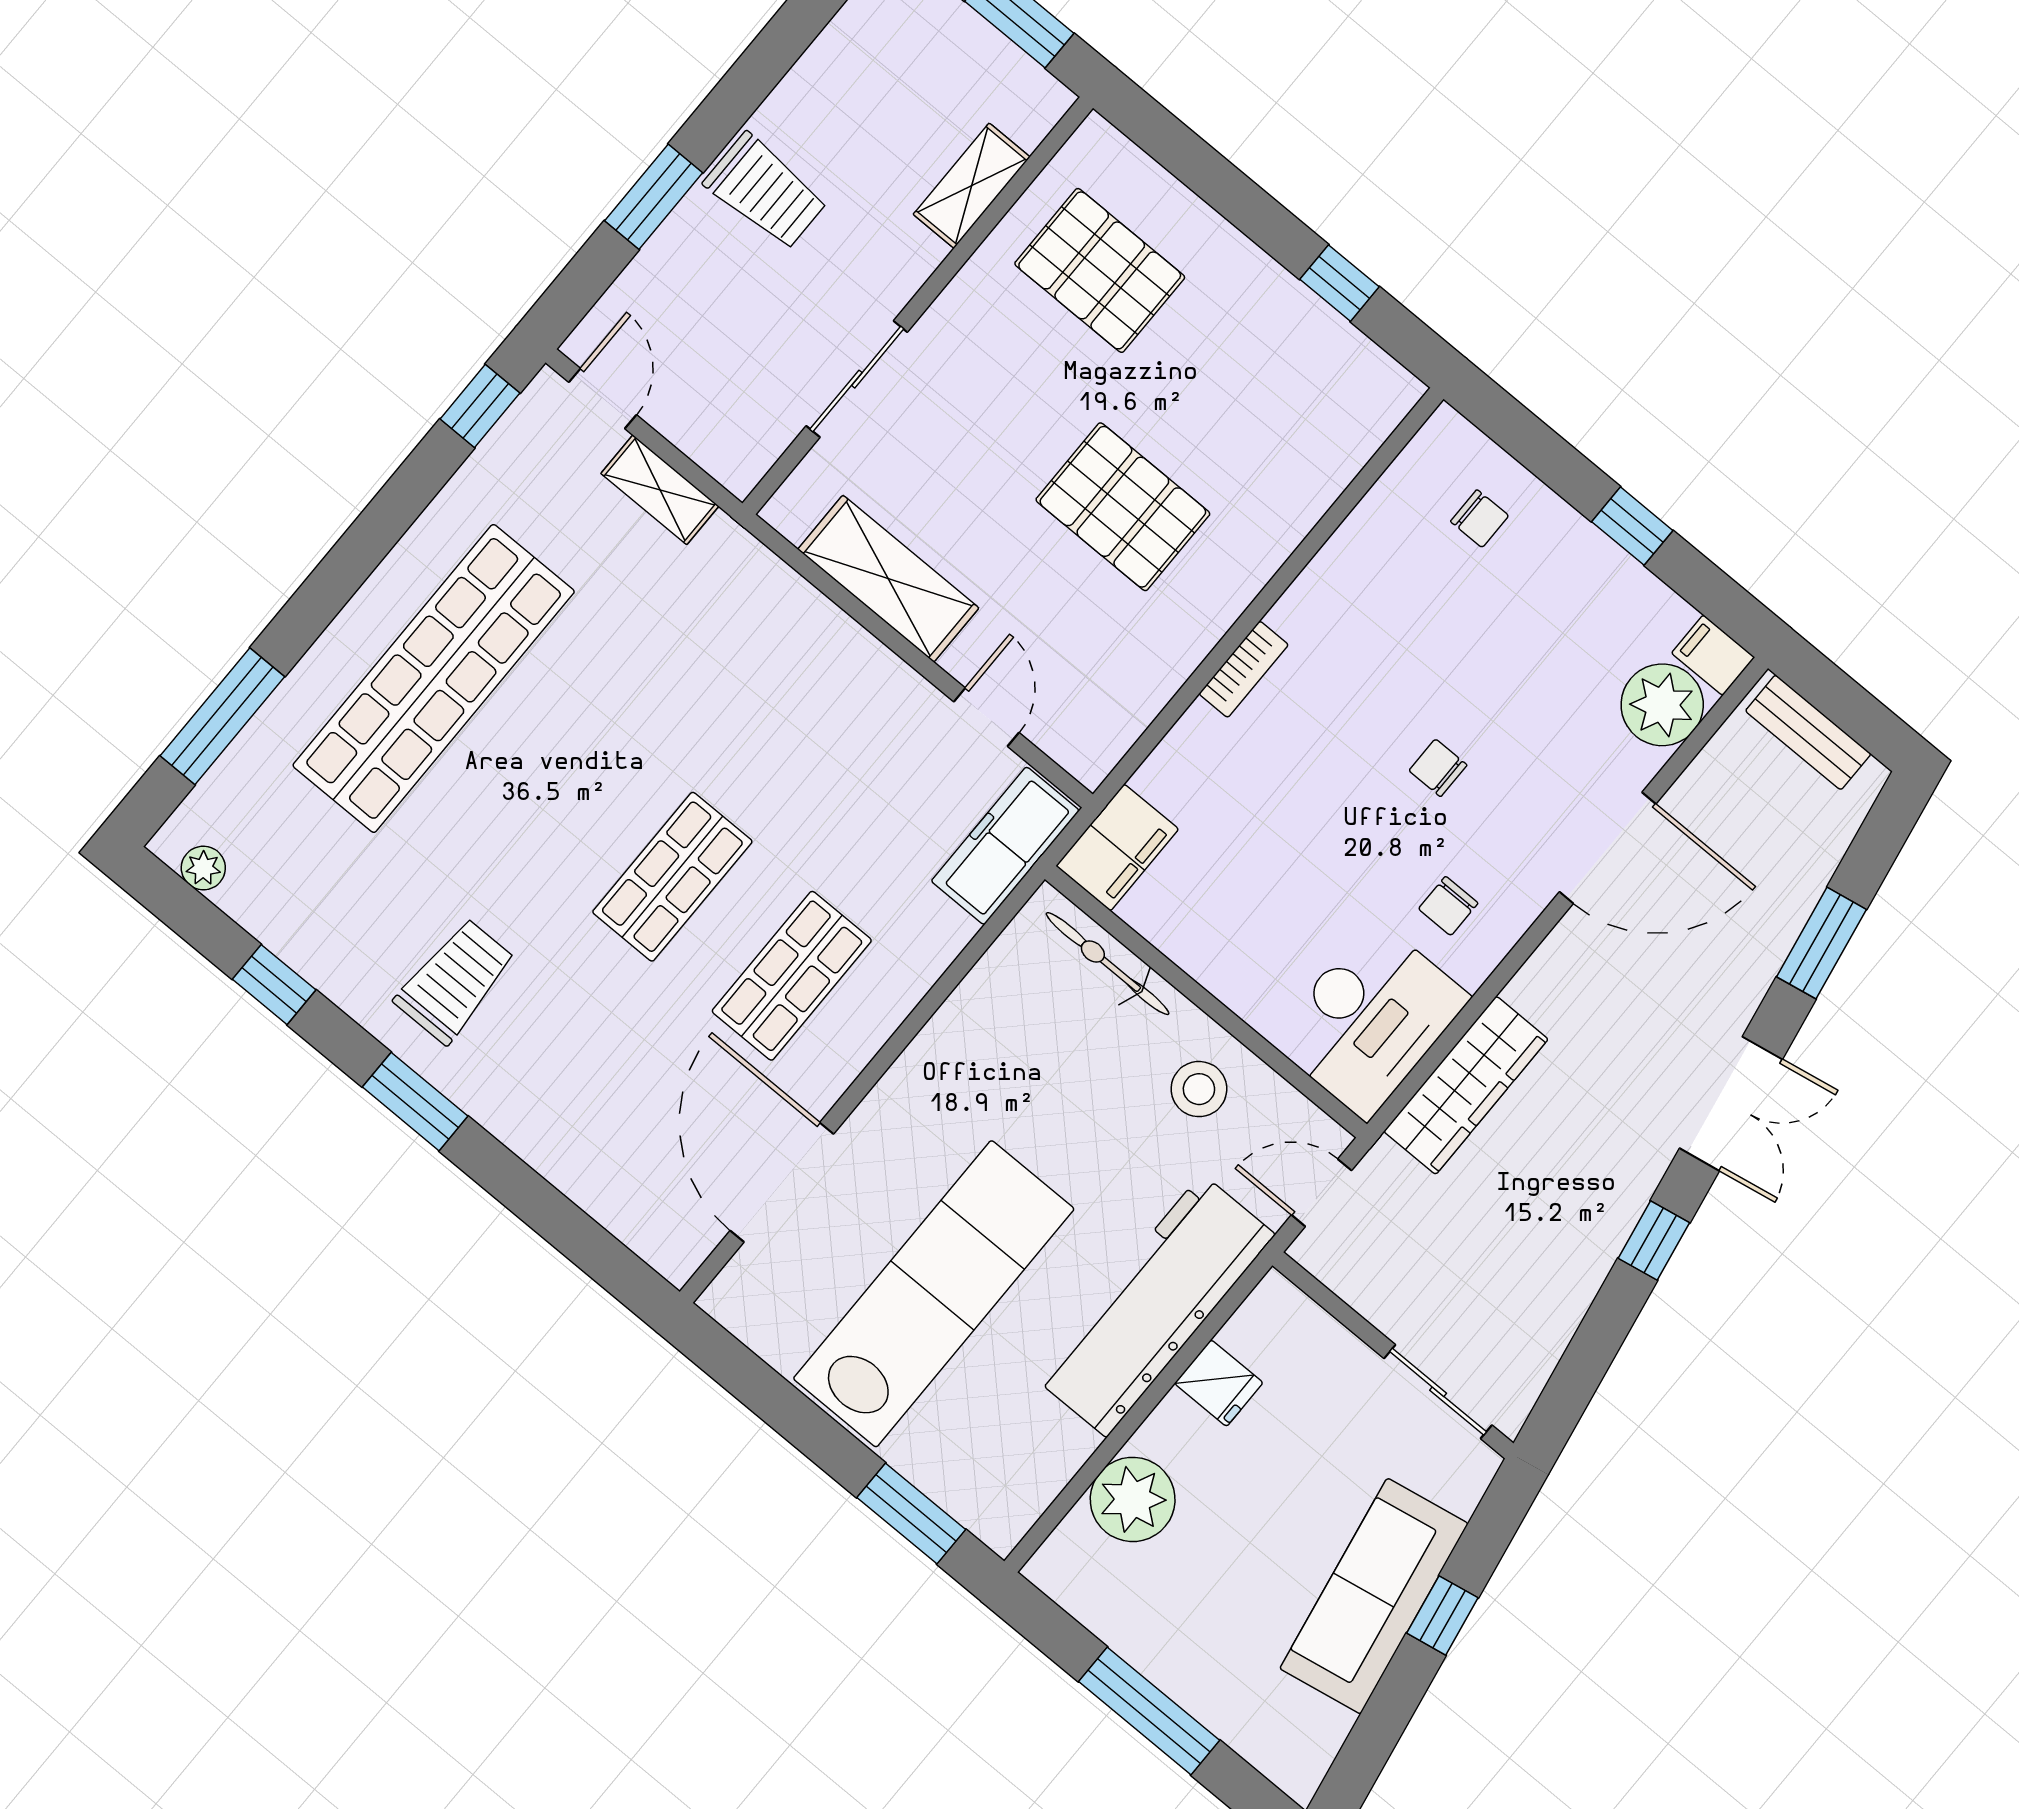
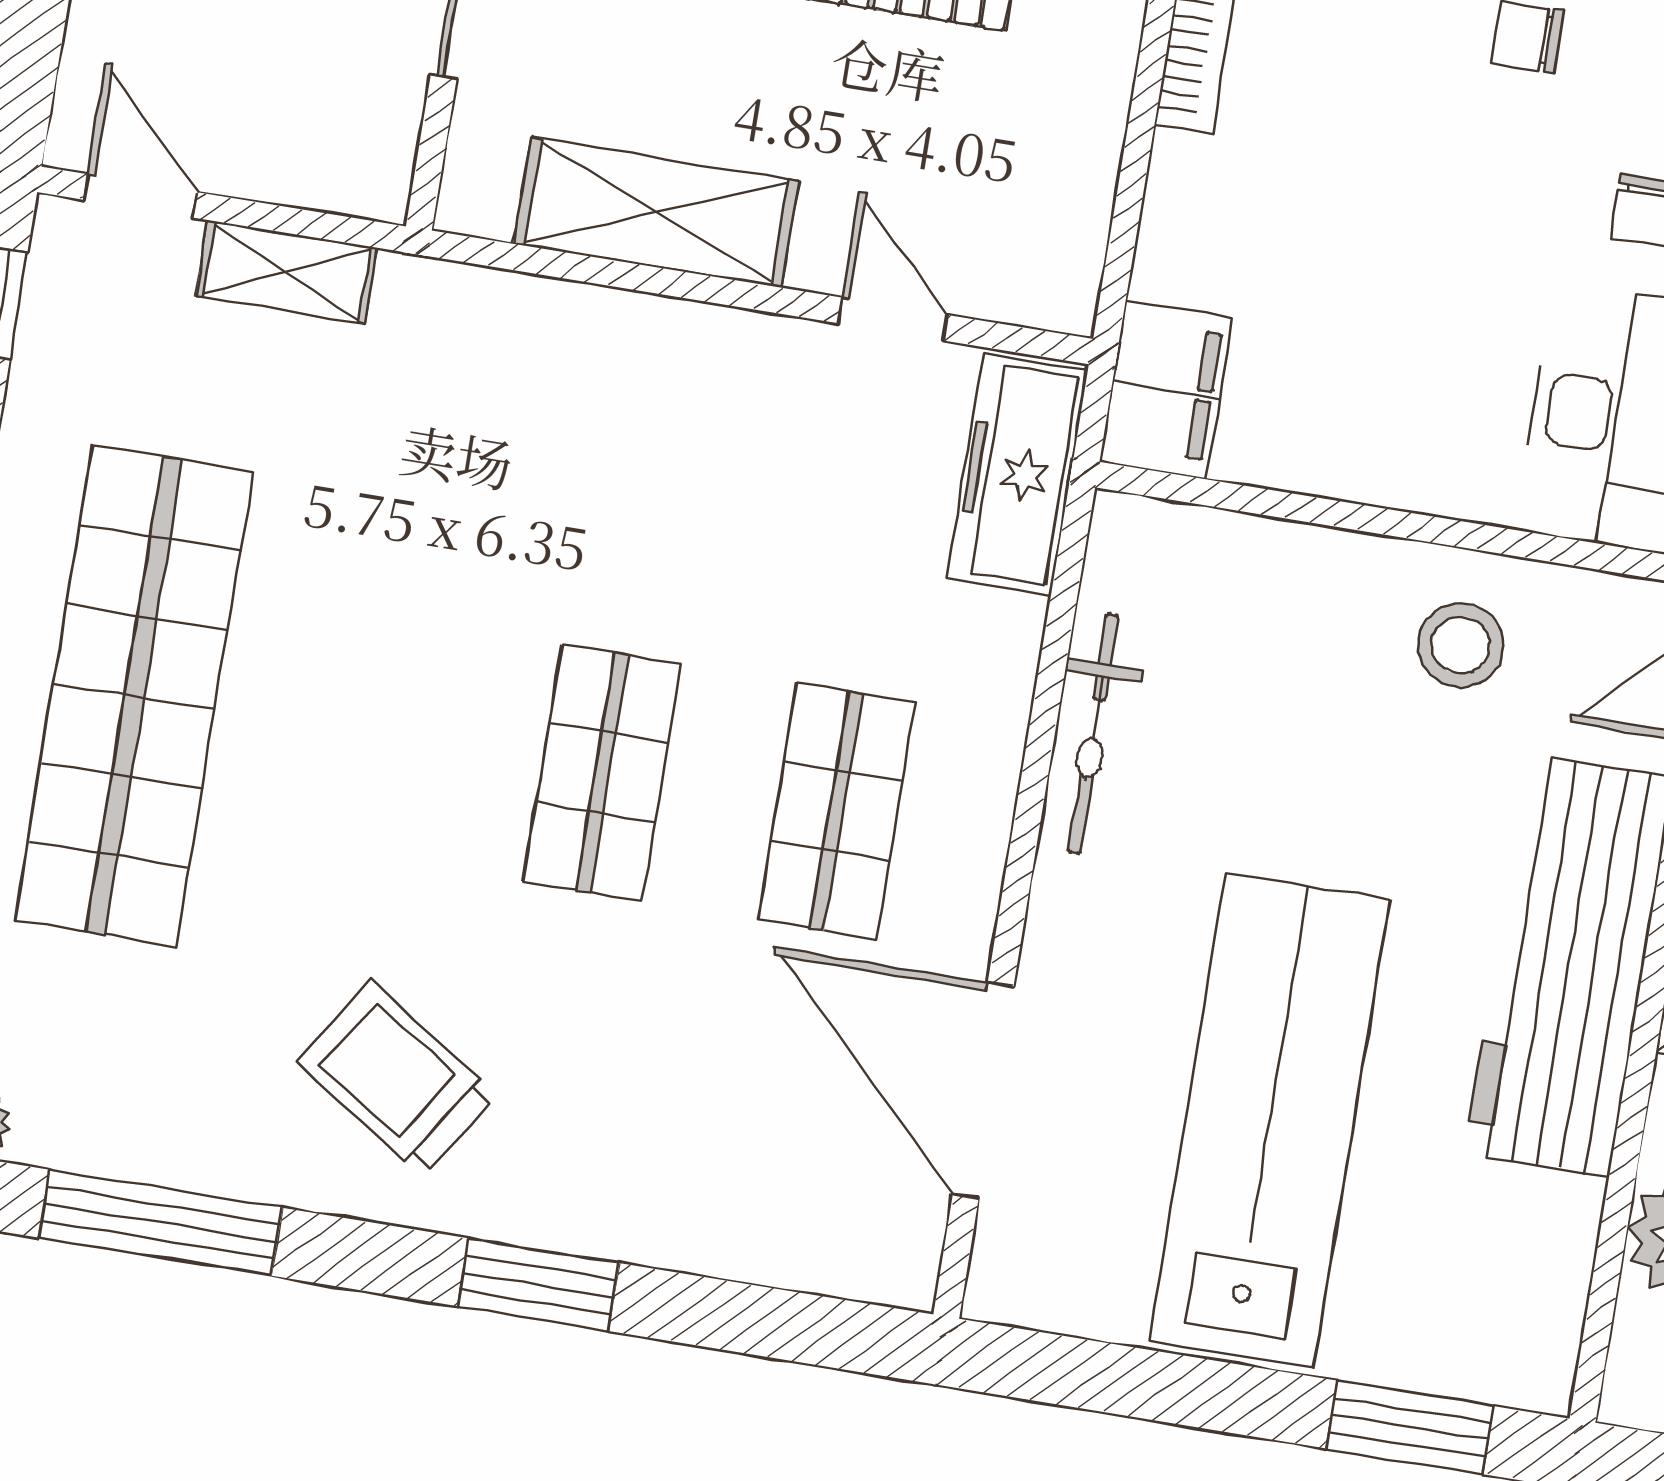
bicycle: (1107, 964) -> (1094, 734), moved, turned -90
trolley: (455, 981) -> (396, 1078), turned -57
window: (274, 985) -> (161, 1223), width x2.17
window: (415, 1102) -> (538, 1285), moved

